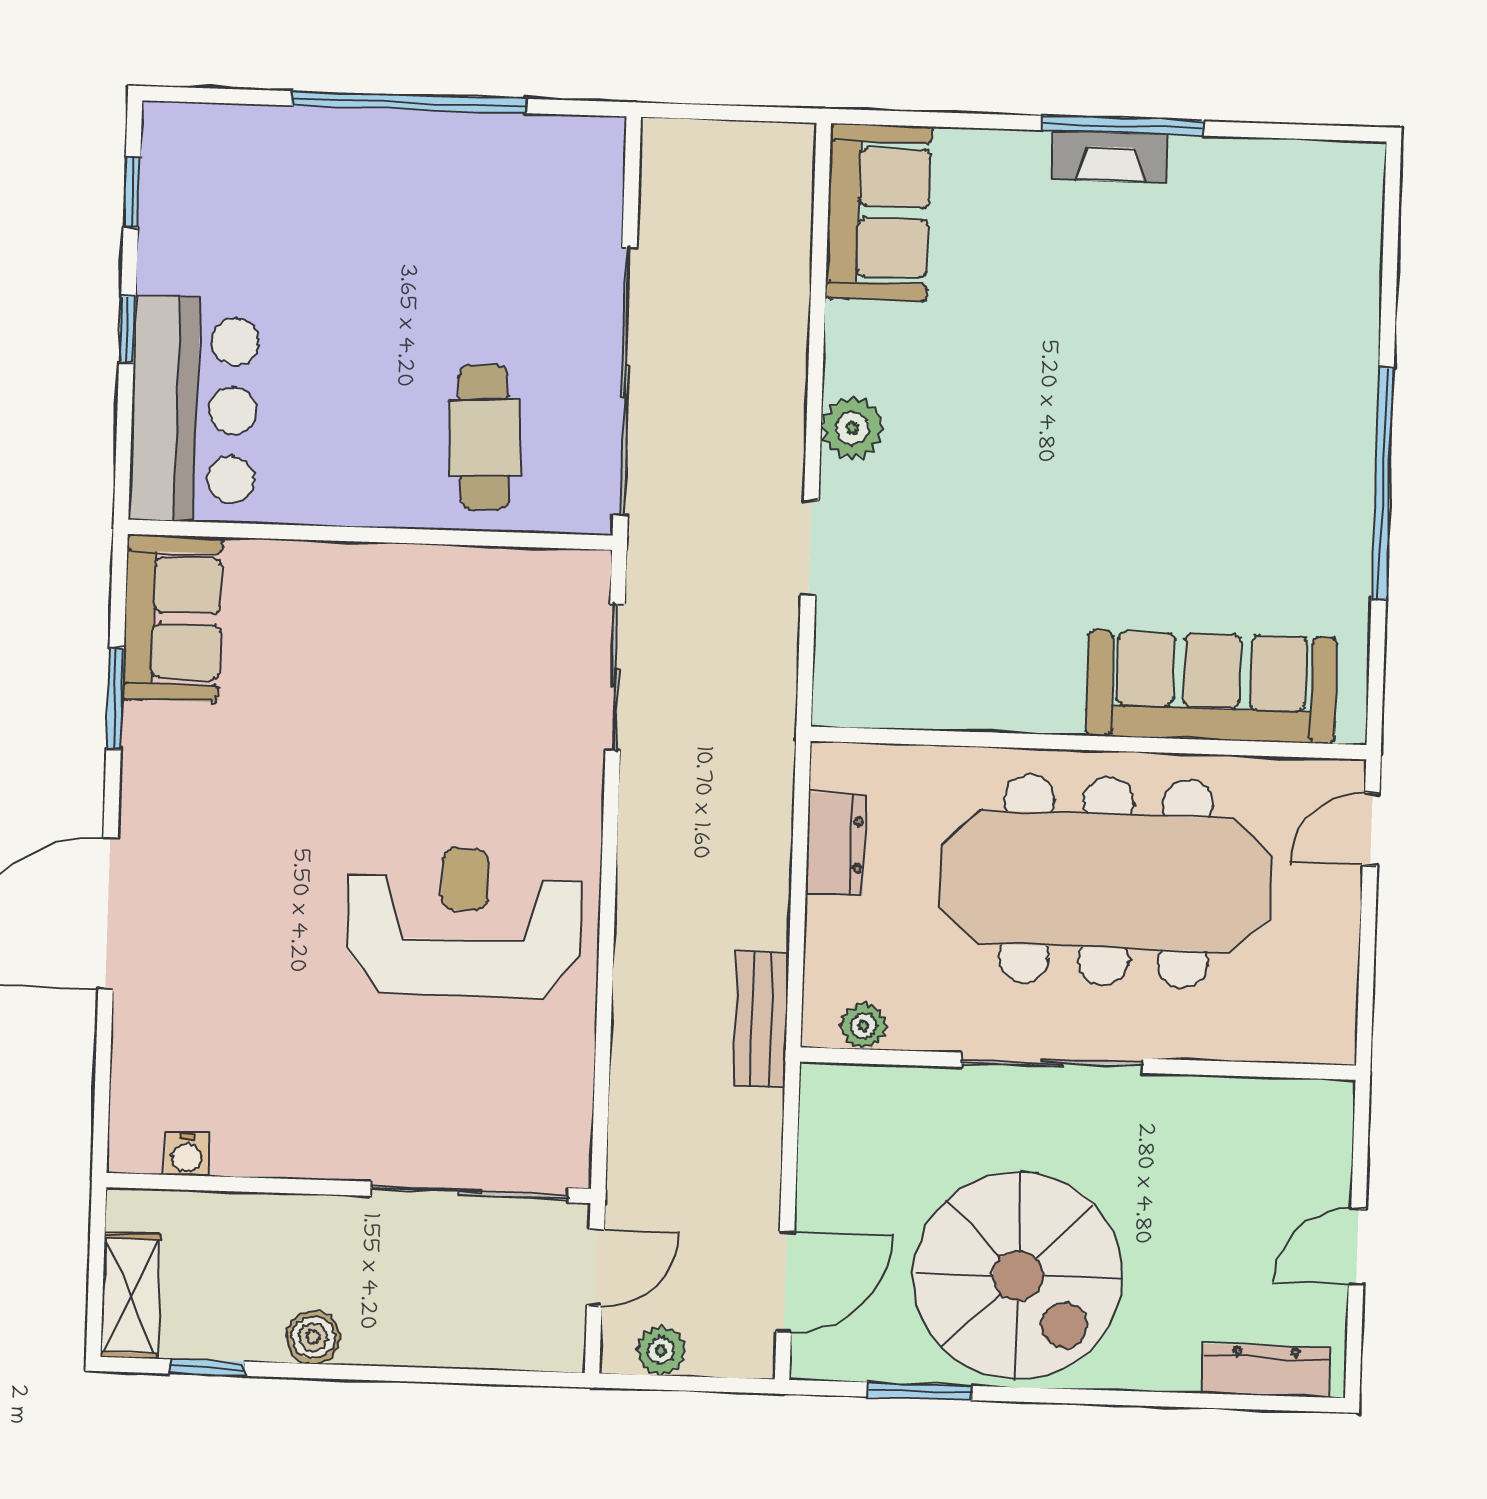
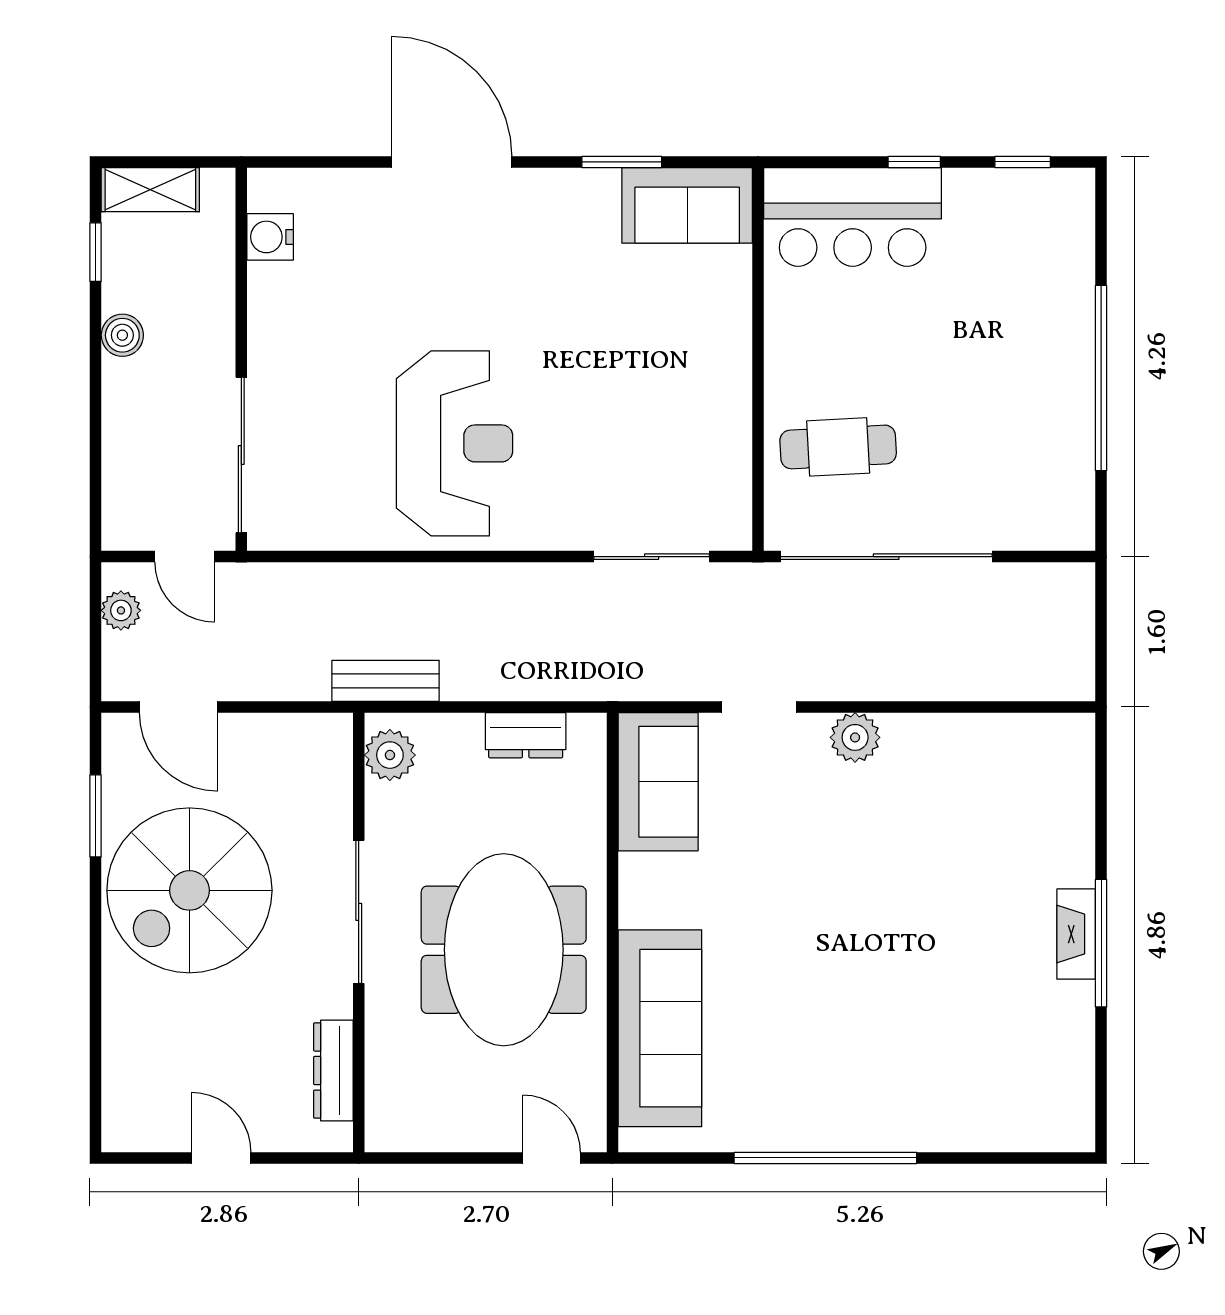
sofa: (879, 212) -> (658, 782), moved, turned -90
meeting table: (1106, 881) -> (504, 950), width x0.73
plant: (864, 1026) -> (390, 755), width x1.38, depth x1.38
water cooler: (187, 1154) -> (270, 237), width x1.38, depth x1.38
dresser: (1266, 1371) -> (333, 1071), moved, turned 180

